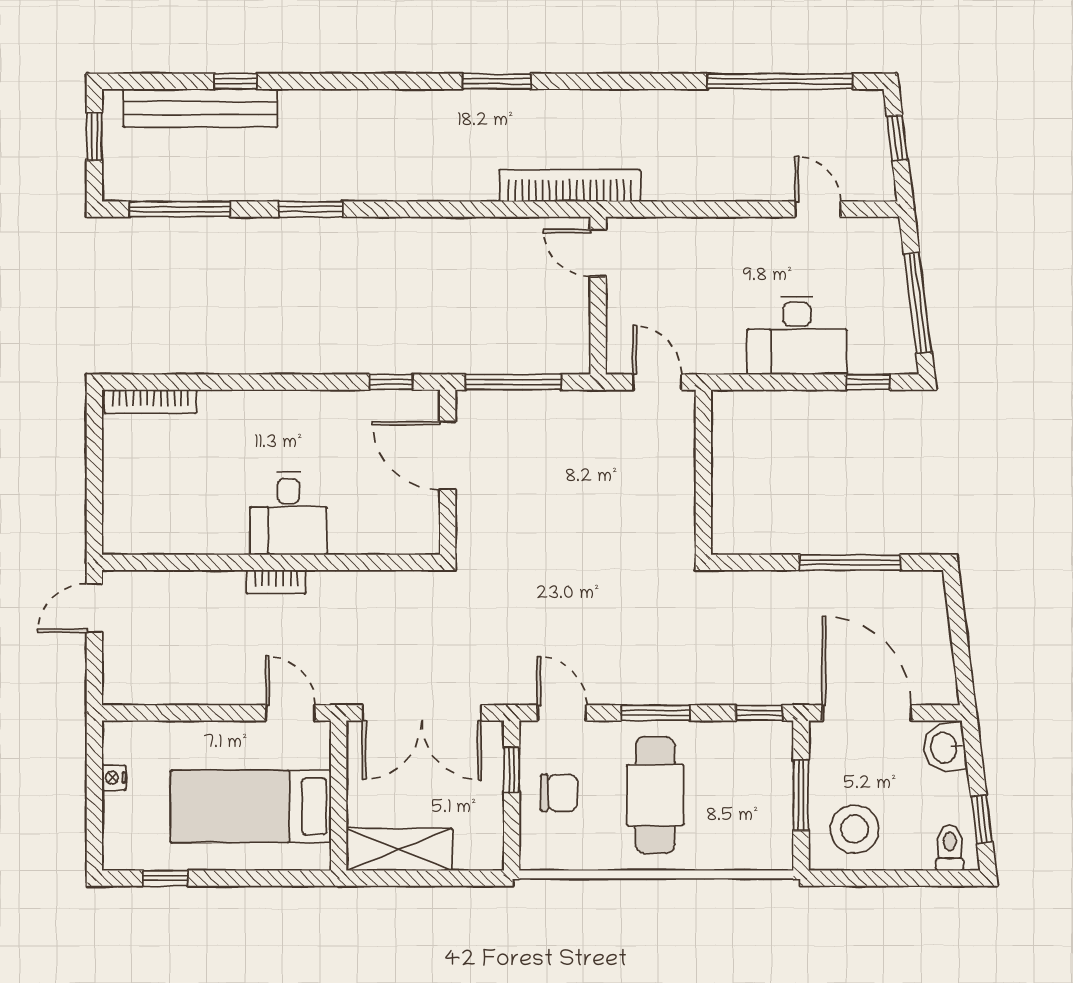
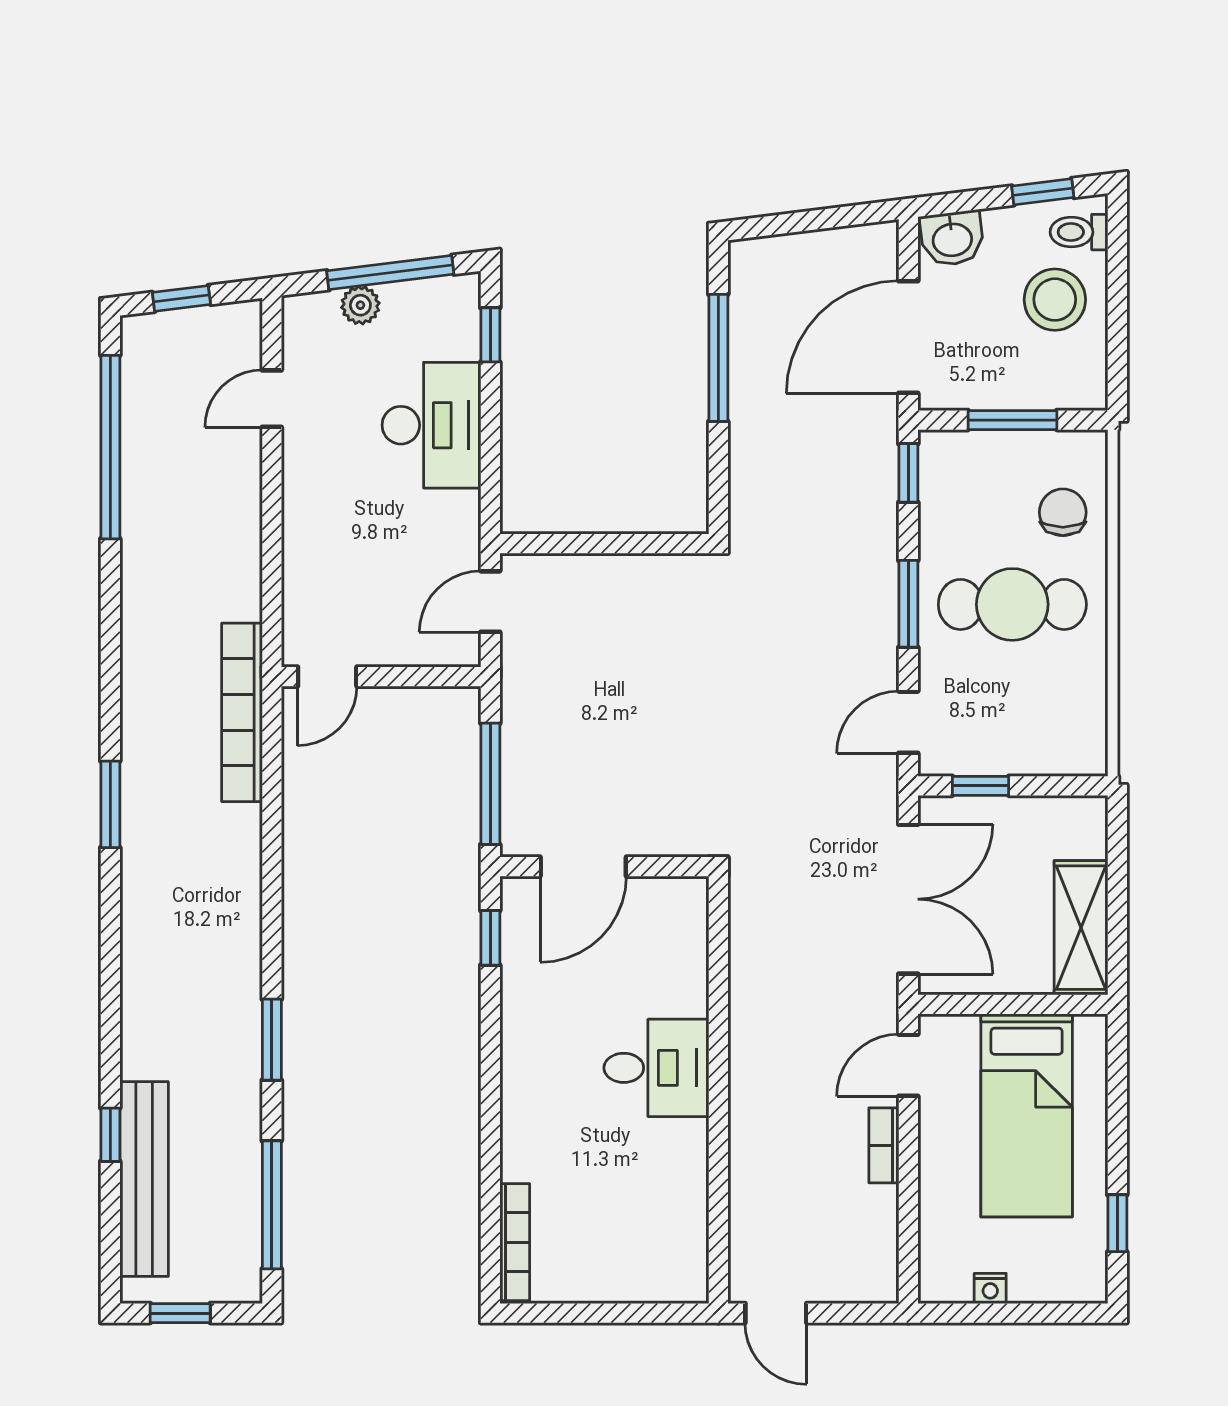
plant: (892, 279) -> (360, 305), added
bookcase: (276, 582) -> (884, 1145), moved, turned 180
chair: (559, 793) -> (1063, 512), moved
stool: (855, 829) -> (1055, 300), moved

